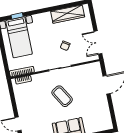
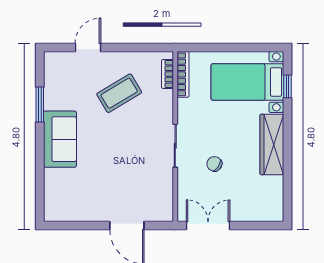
wardrobe: (68, 14) -> (272, 144), moved
coffee table: (62, 96) -> (119, 93), moved

